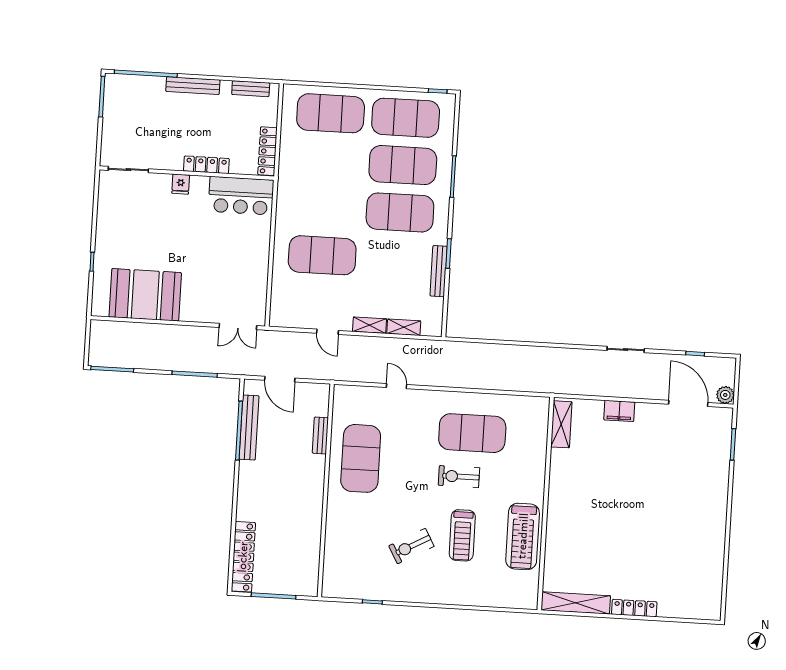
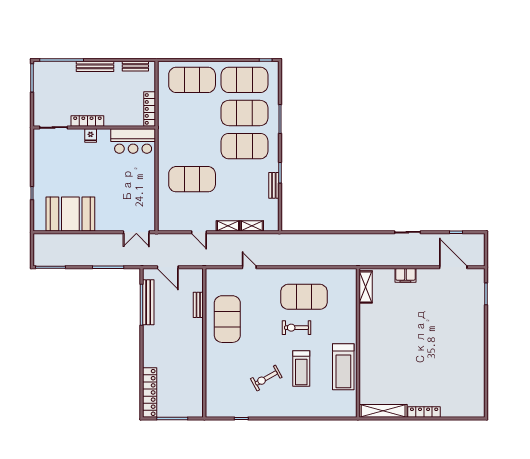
locker: (206, 165) -> (87, 121), moved
bench: (439, 271) -> (274, 185), width x0.73
plant: (725, 395) -> (479, 260), removed

